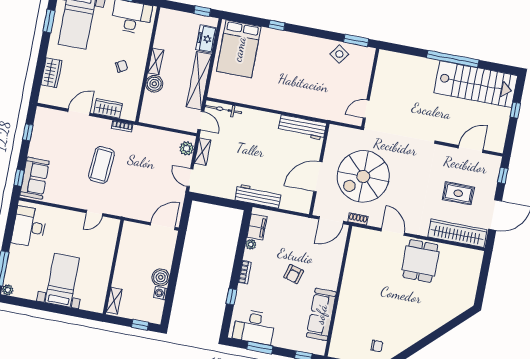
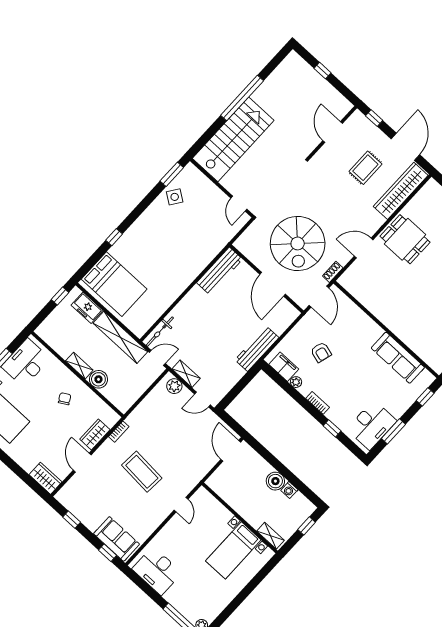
wardrobe: (51, 73) -> (45, 478), moved
stairs: (476, 84) -> (233, 139), moved
armchair: (294, 274) -> (321, 352), moved
bed with nightstands: (62, 280) -> (233, 550), moved, turned -90

